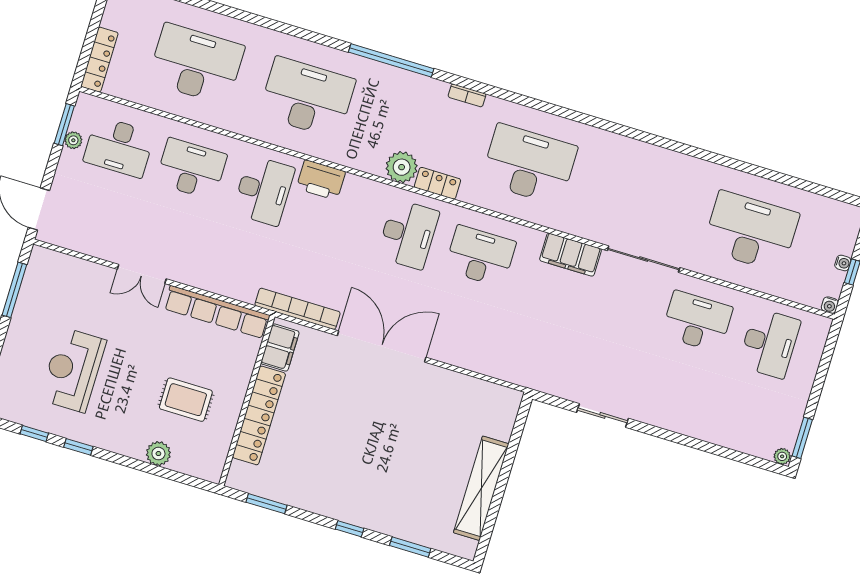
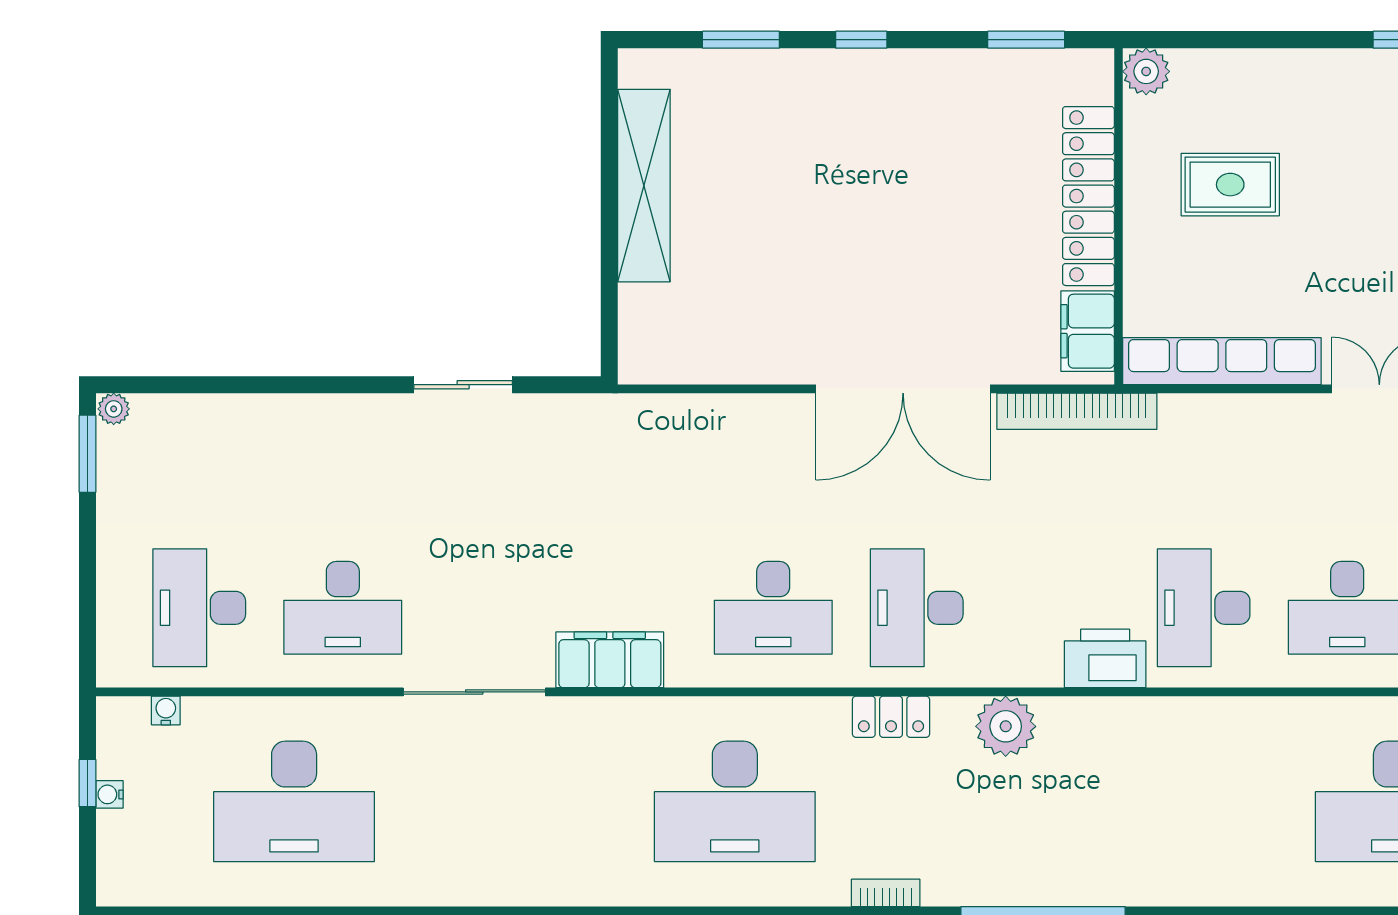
desk: (307, 97) -> (1176, 801), removed
plant: (402, 167) -> (1006, 726), moved
water cooler: (830, 305) -> (166, 711), moved
plant: (158, 454) -> (1146, 71), moved

